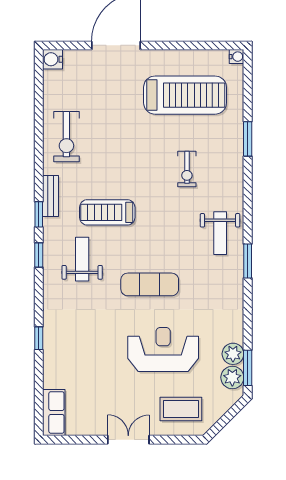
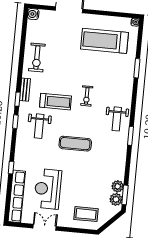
treadmill: (185, 95) -> (105, 41), turned 180
exercise bike: (187, 169) -> (87, 96), moved
treadmill: (107, 212) -> (55, 102), turned 180
weight bench: (82, 259) -> (39, 126), turned 180
reception desk: (163, 350) -> (48, 189), moved, turned -90
row of seats: (54, 412) -> (17, 196), width x2.02
double door: (128, 440) -> (45, 227), moved

